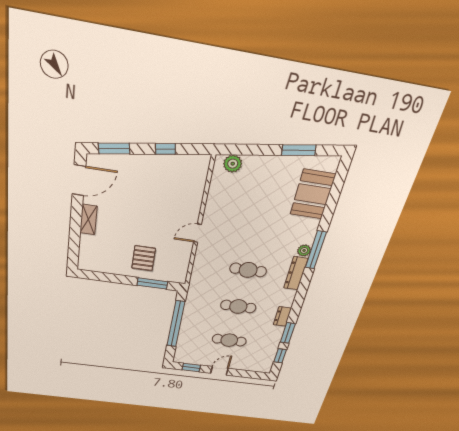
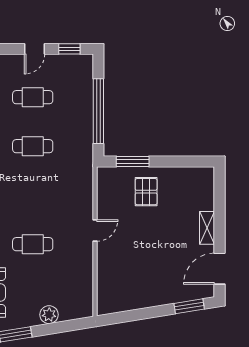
window: (165, 149) -> (141, 314), removed
plant: (233, 164) -> (49, 315), moved
cafe table: (248, 270) -> (33, 244), moved

